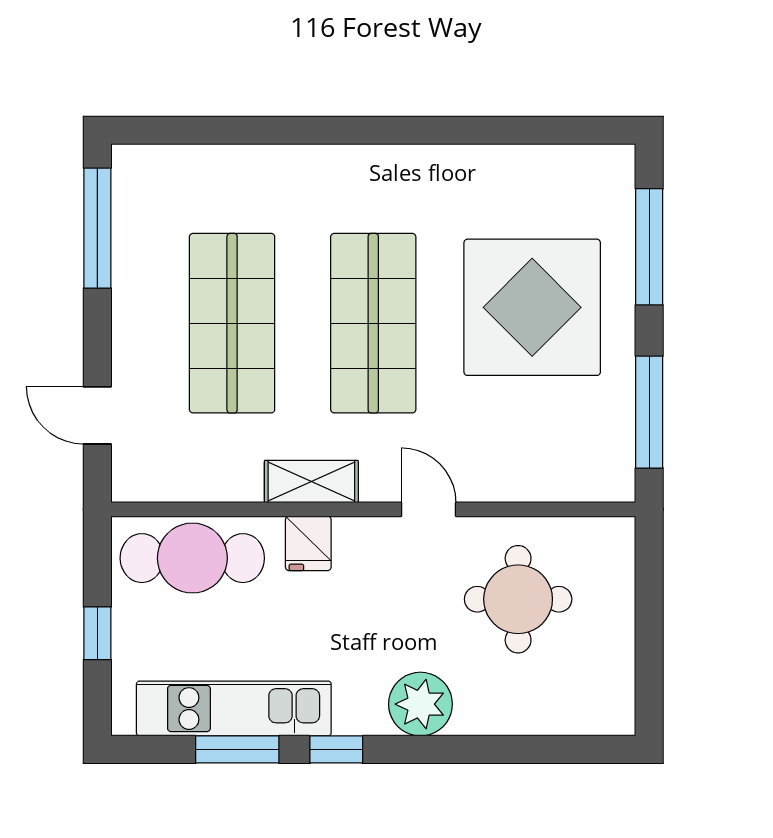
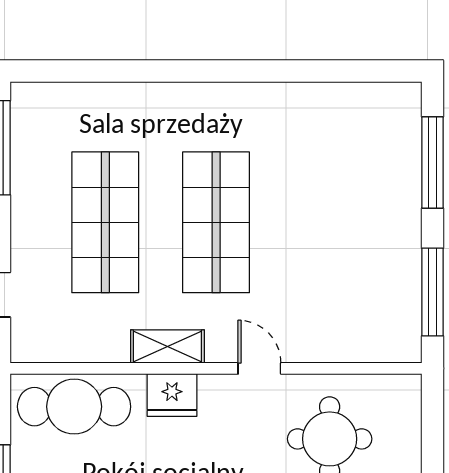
display table: (532, 307) -> (341, 210), removed
fridge: (308, 543) -> (172, 395), width x1.38

